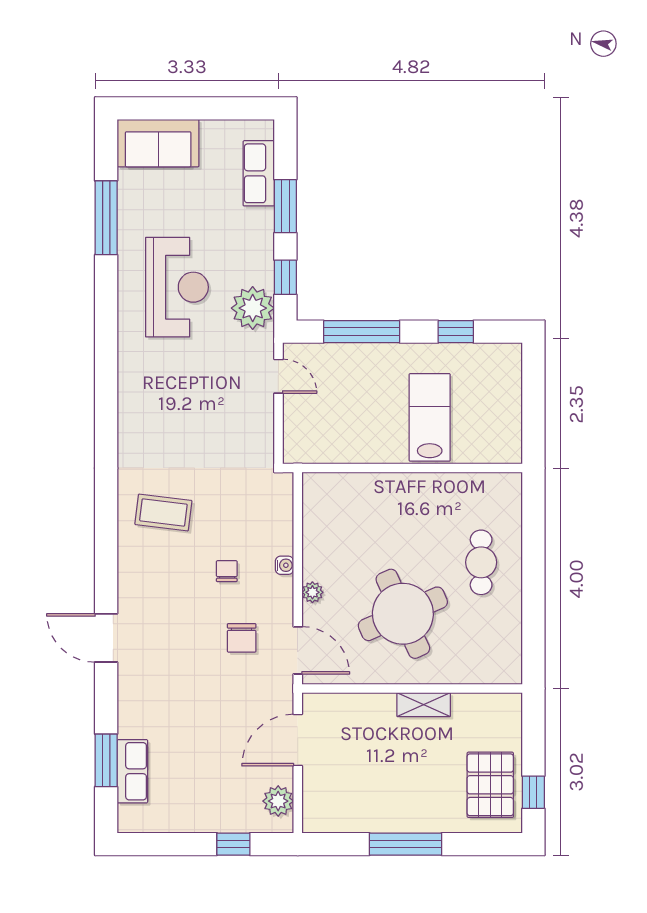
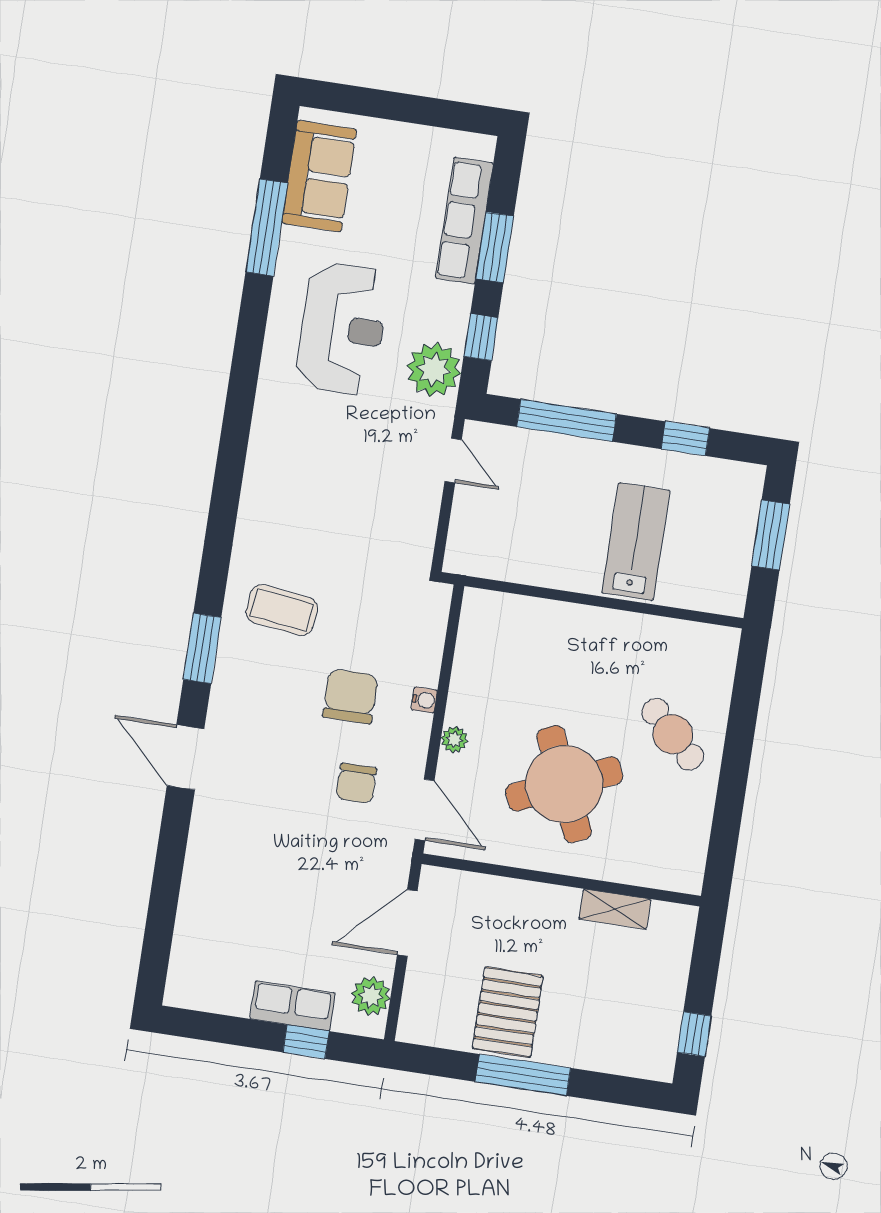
sofa: (158, 143) -> (319, 176), moved, turned -90
row of seats: (259, 173) -> (464, 221), width x1.48
window: (533, 396) -> (771, 535), added
cafe table: (481, 562) -> (673, 734), turned -46
chair: (227, 571) -> (350, 696), width x1.87, depth x1.87
shelving: (424, 705) -> (615, 909), moved
window: (106, 760) -> (202, 648), moved
row of seats: (132, 771) -> (292, 1006), moved, turned -90
pallet: (490, 785) -> (508, 1012), moved

